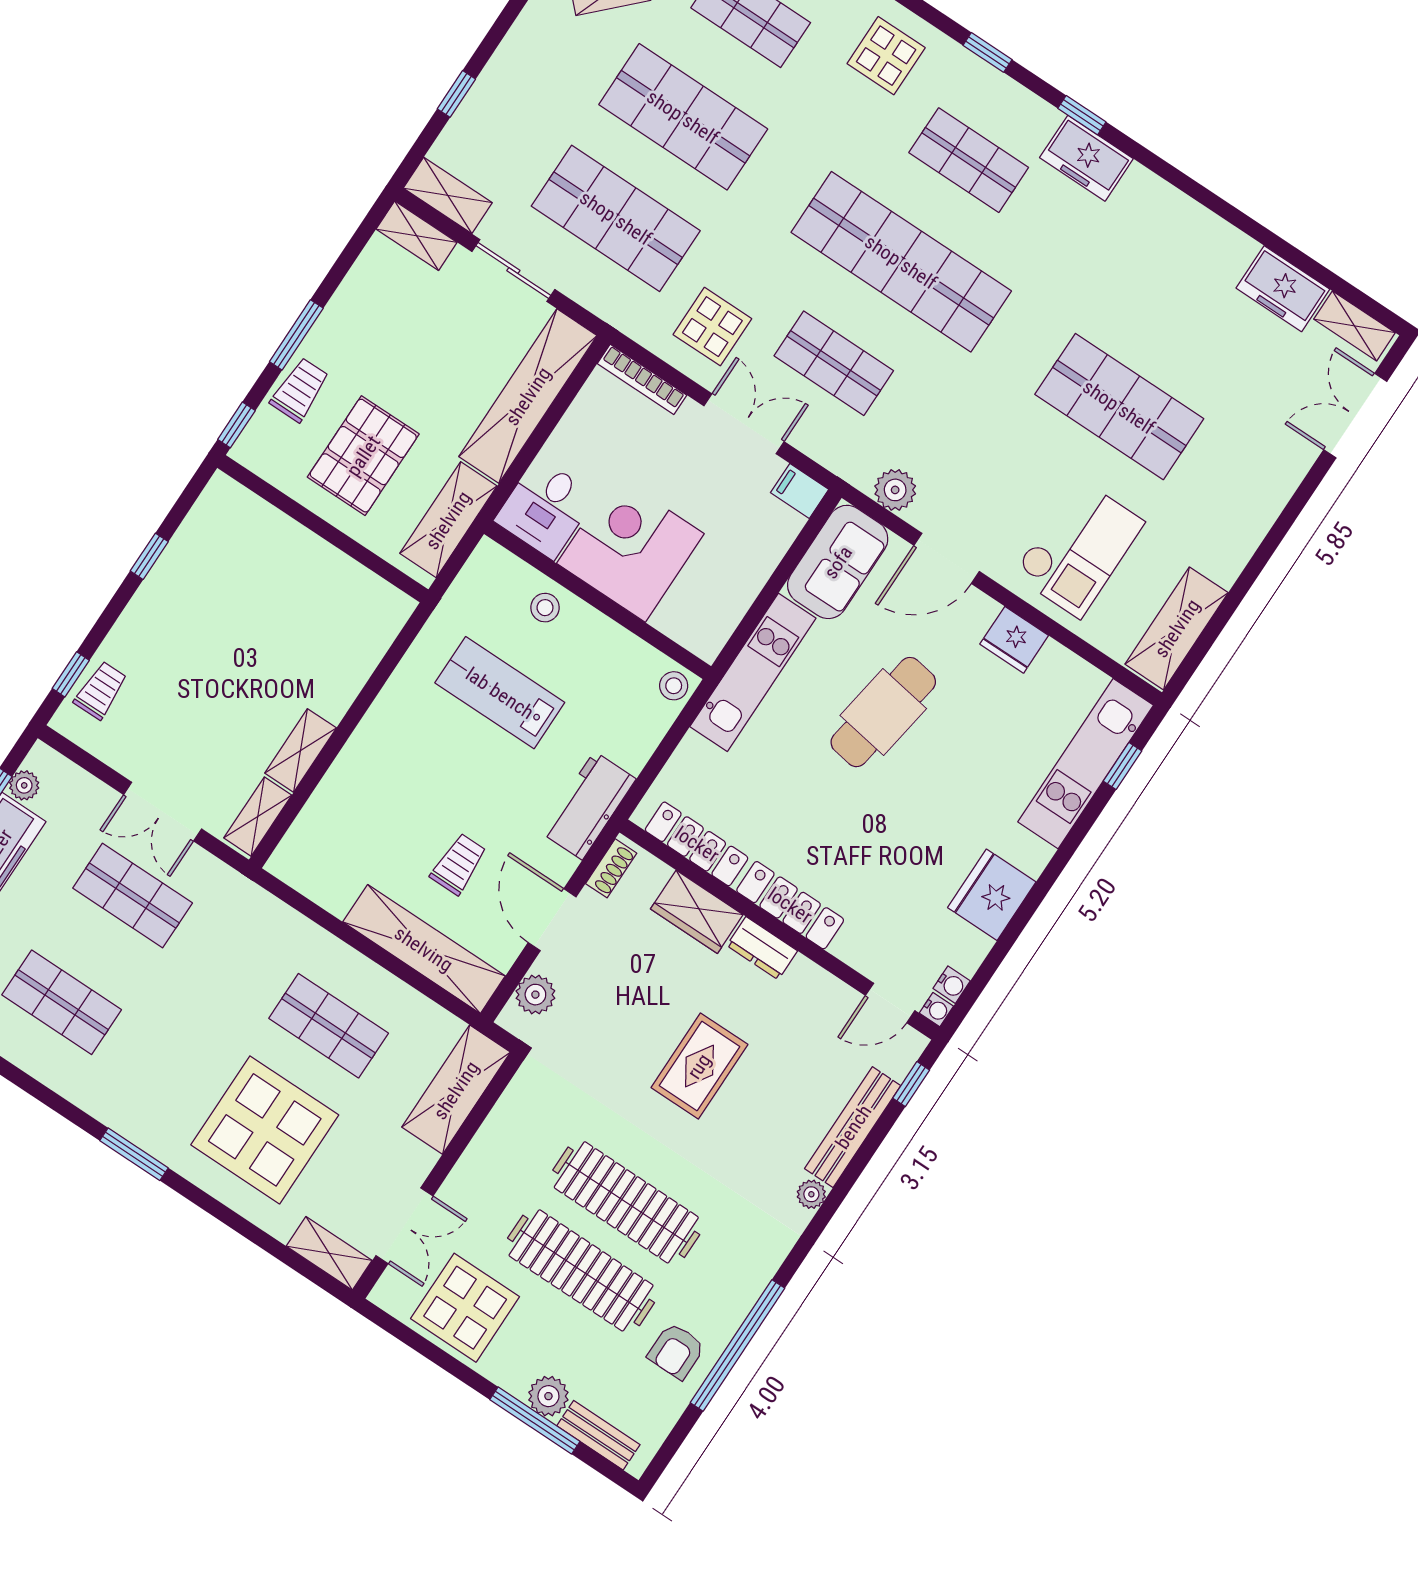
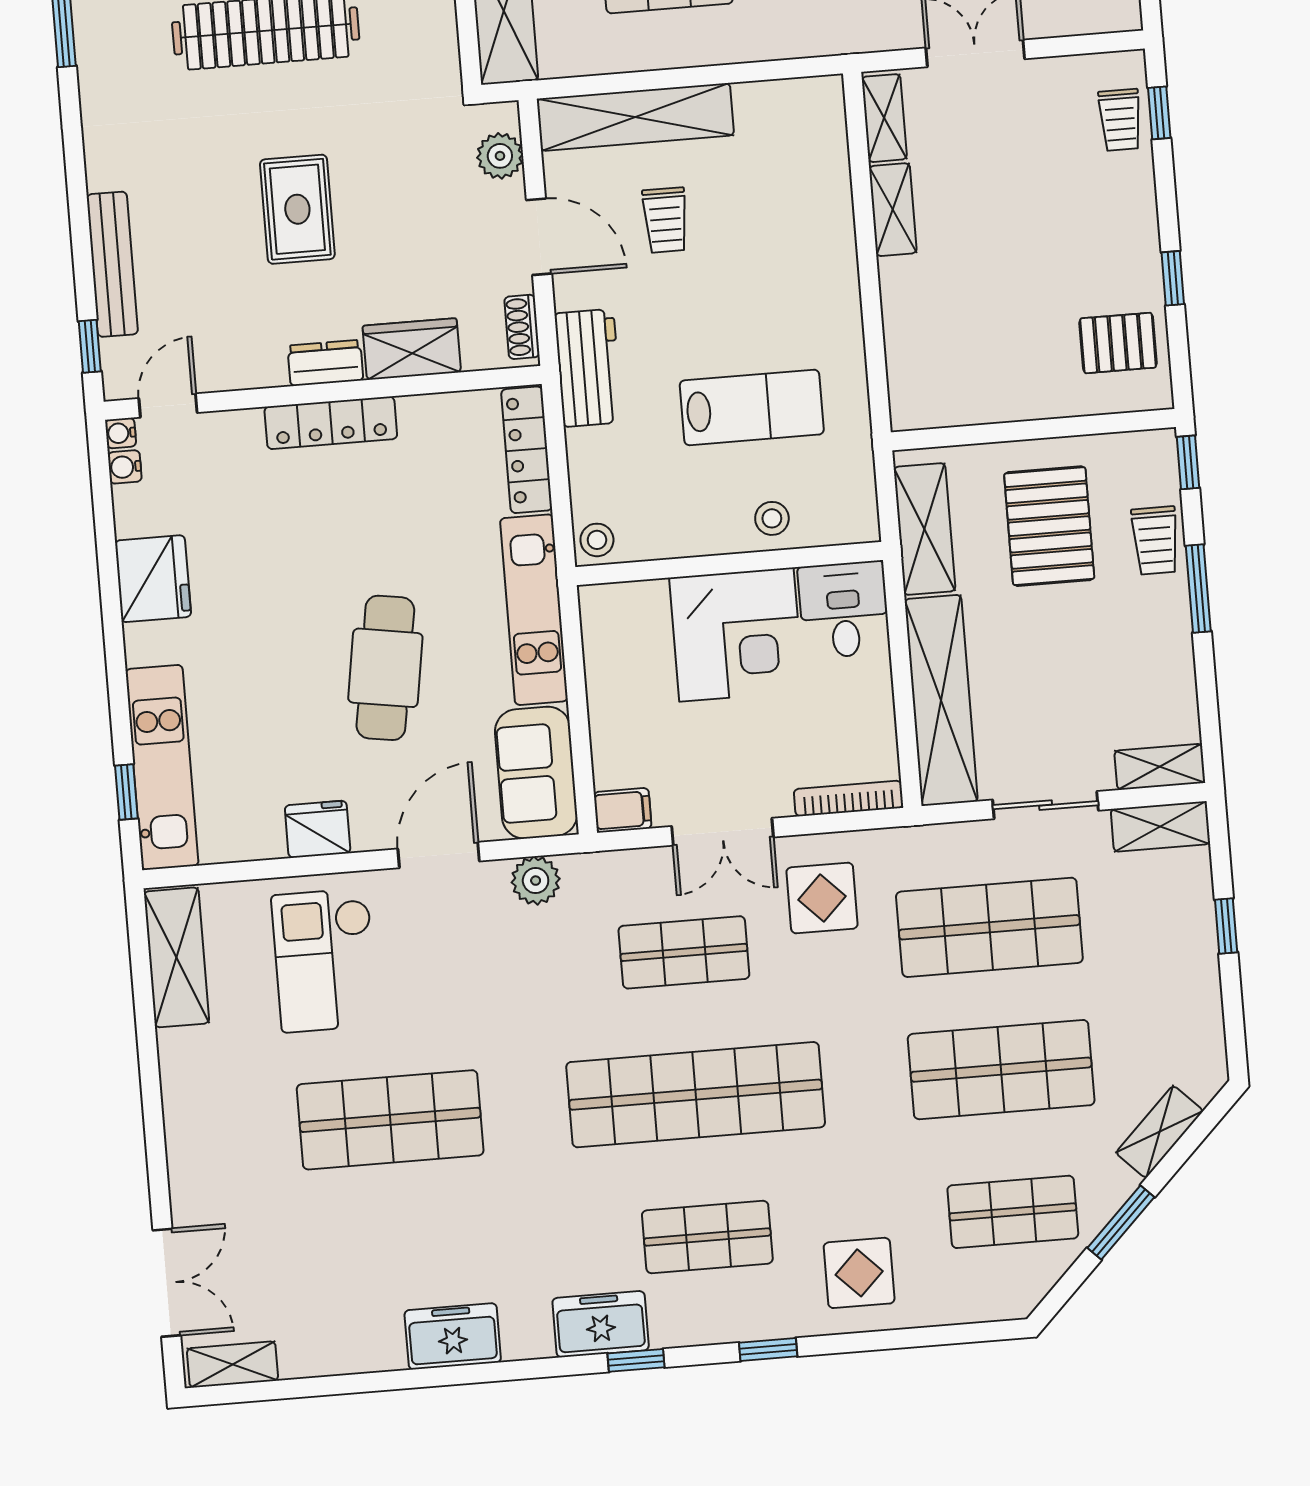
freezer: (1283, 289) -> (453, 1336), moved
pallet: (220, 542) -> (1118, 343), added
locker: (697, 844) -> (527, 450), moved, turned 90
plant: (811, 1194) -> (102, 173), removed

